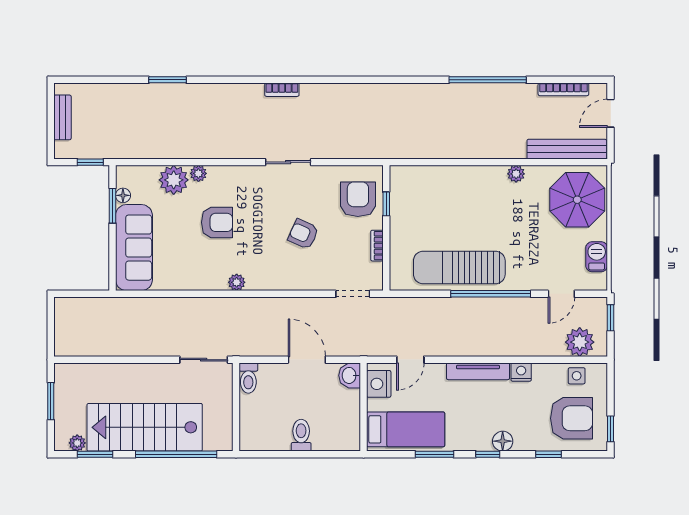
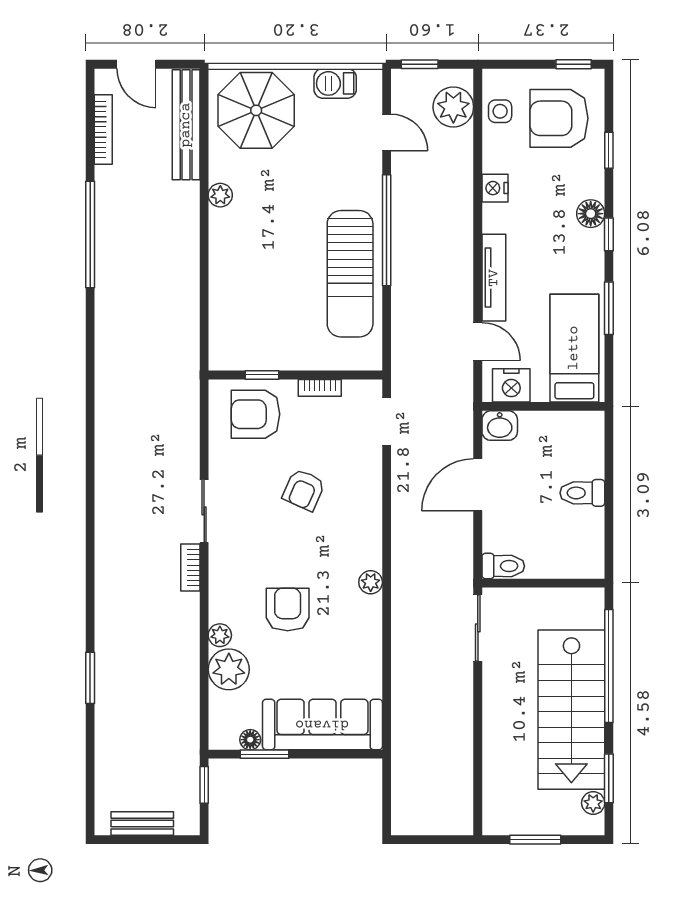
bookcase: (282, 90) -> (190, 568), moved, turned 180
tv unit: (478, 371) -> (494, 278), moved
armchair: (571, 418) -> (559, 118), turned -90

